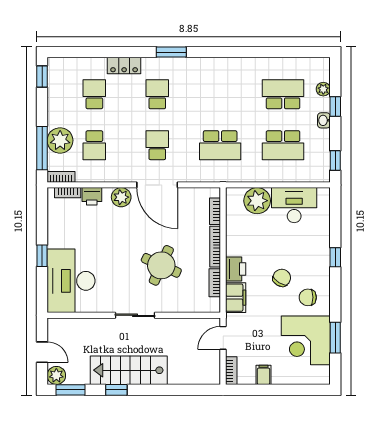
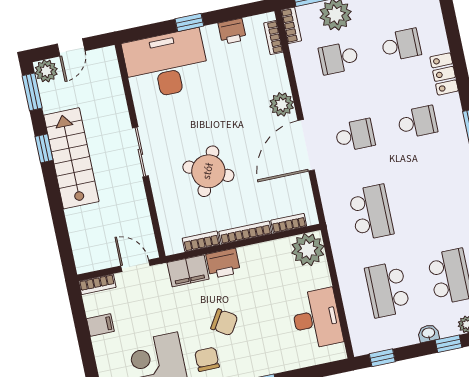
school desk: (220, 145) -> (371, 212), turned 180
printer: (92, 196) -> (232, 31), moved, turned -90
plant: (257, 201) -> (308, 250), moved

